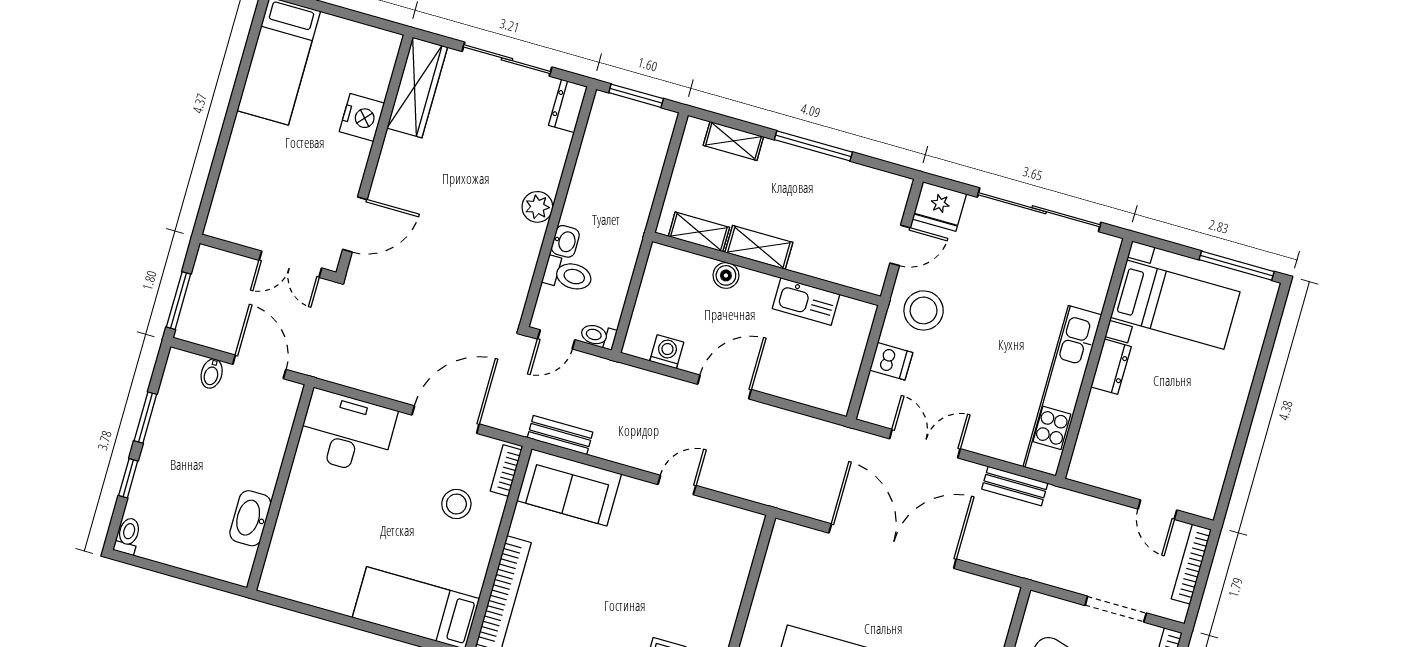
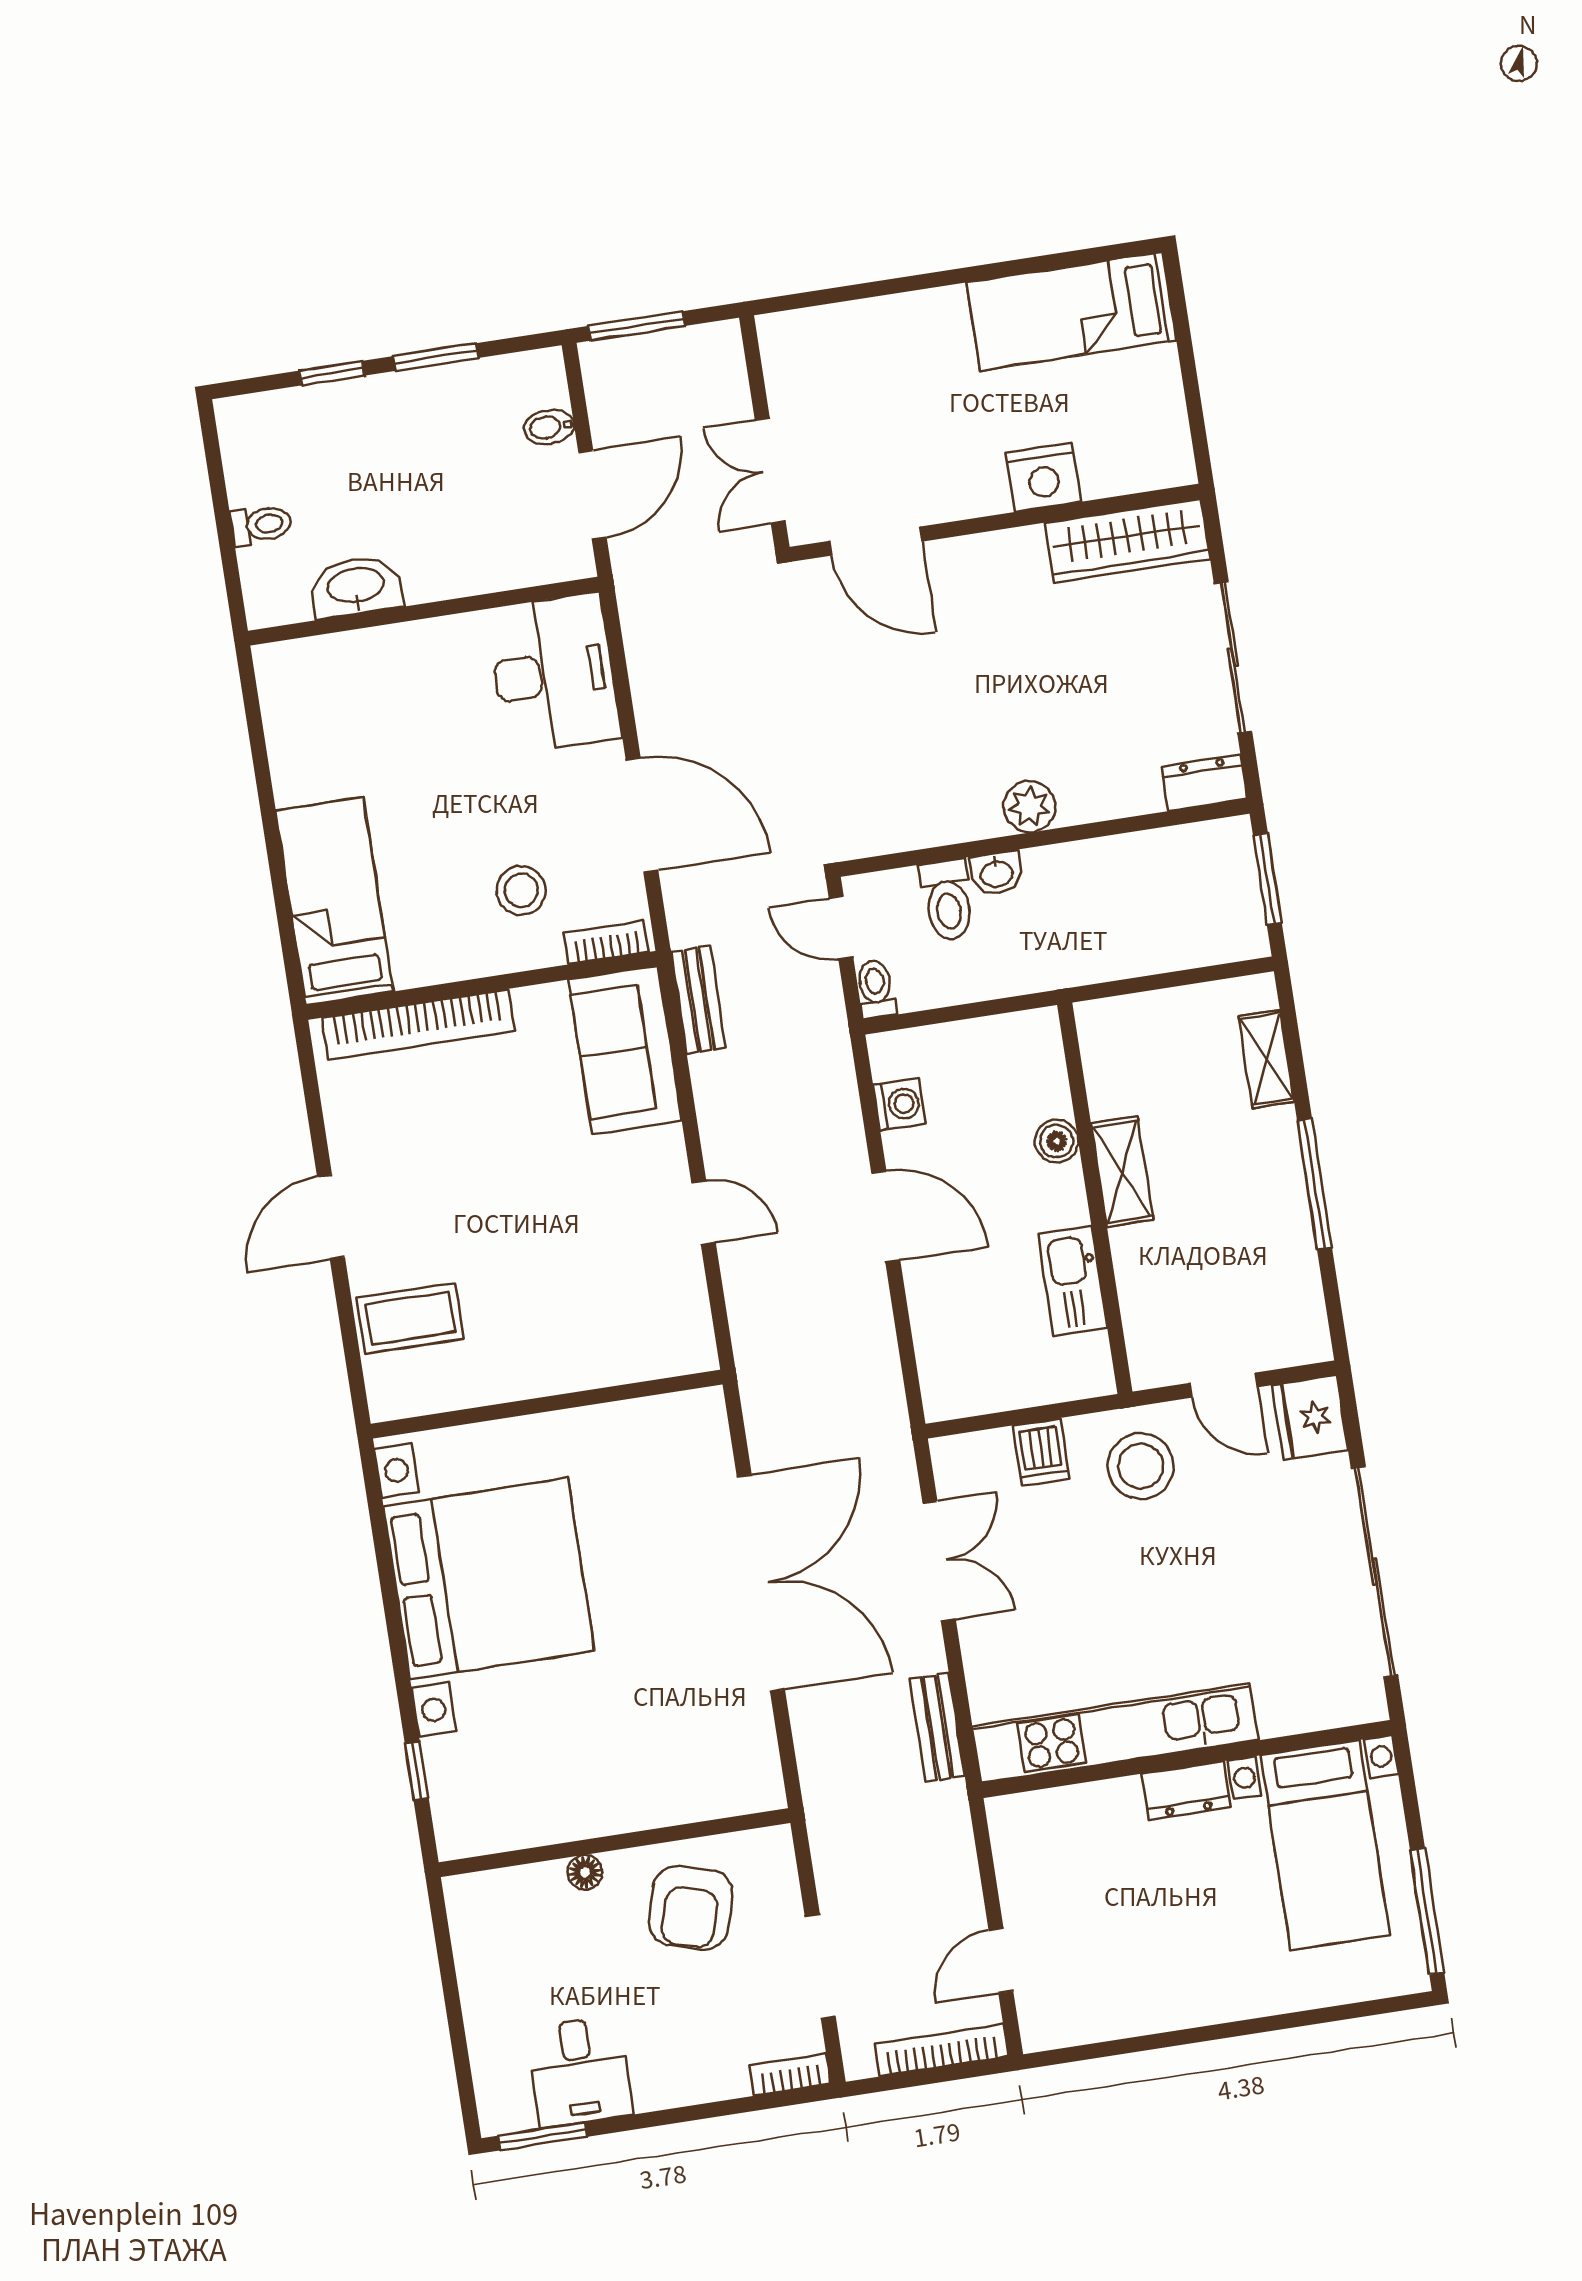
shelving: (699, 232) -> (1104, 1070), removed
toilet: (128, 536) -> (261, 525), moved

